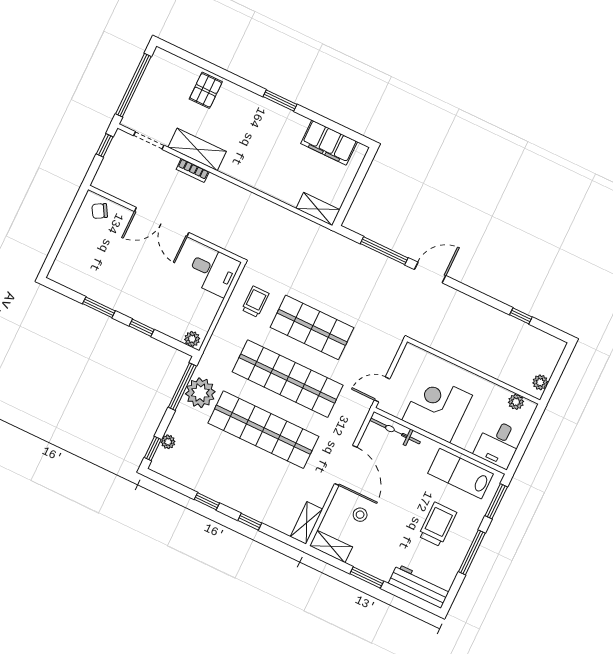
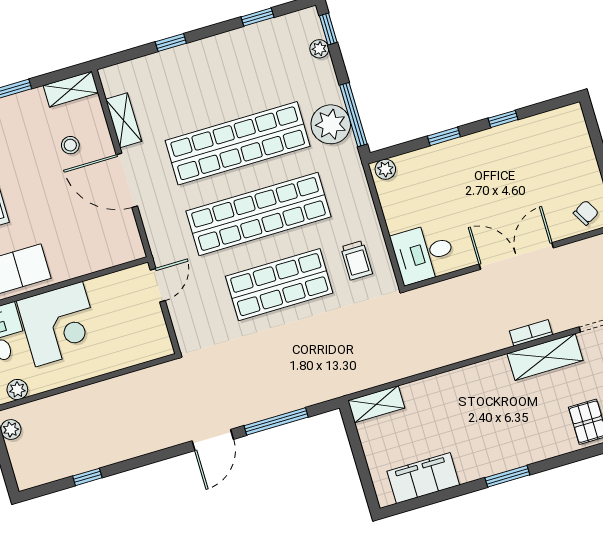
window: (99, 307) -> (503, 119), width x0.67
corner desk: (437, 408) -> (59, 324), moved
bicycle: (395, 431) -> (109, 256), removed
window: (207, 501) -> (257, 17), moved
shelving: (306, 523) -> (124, 120), moved

